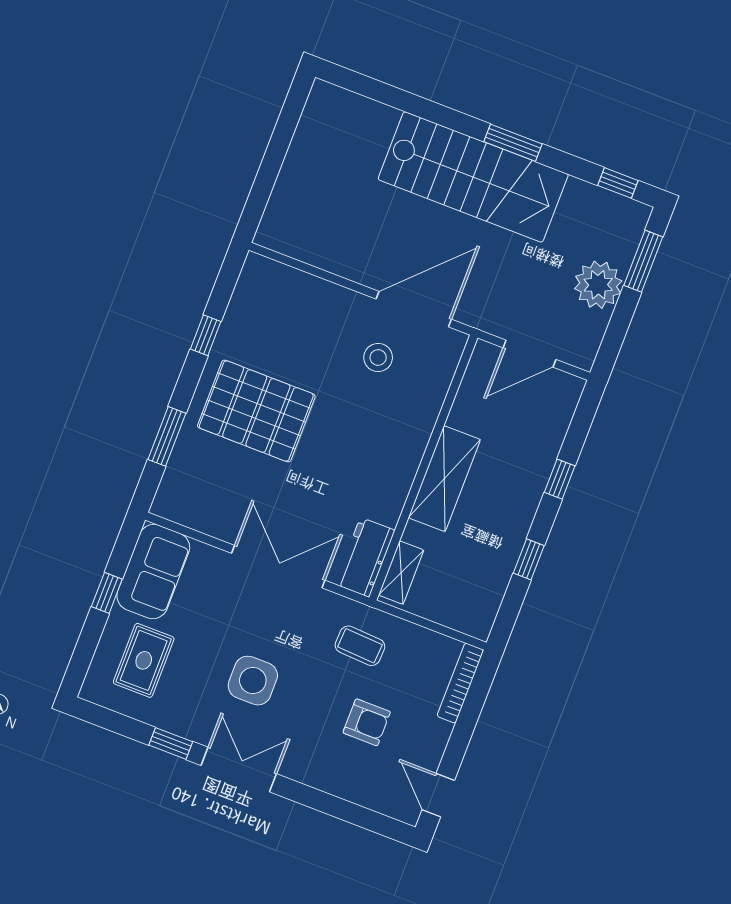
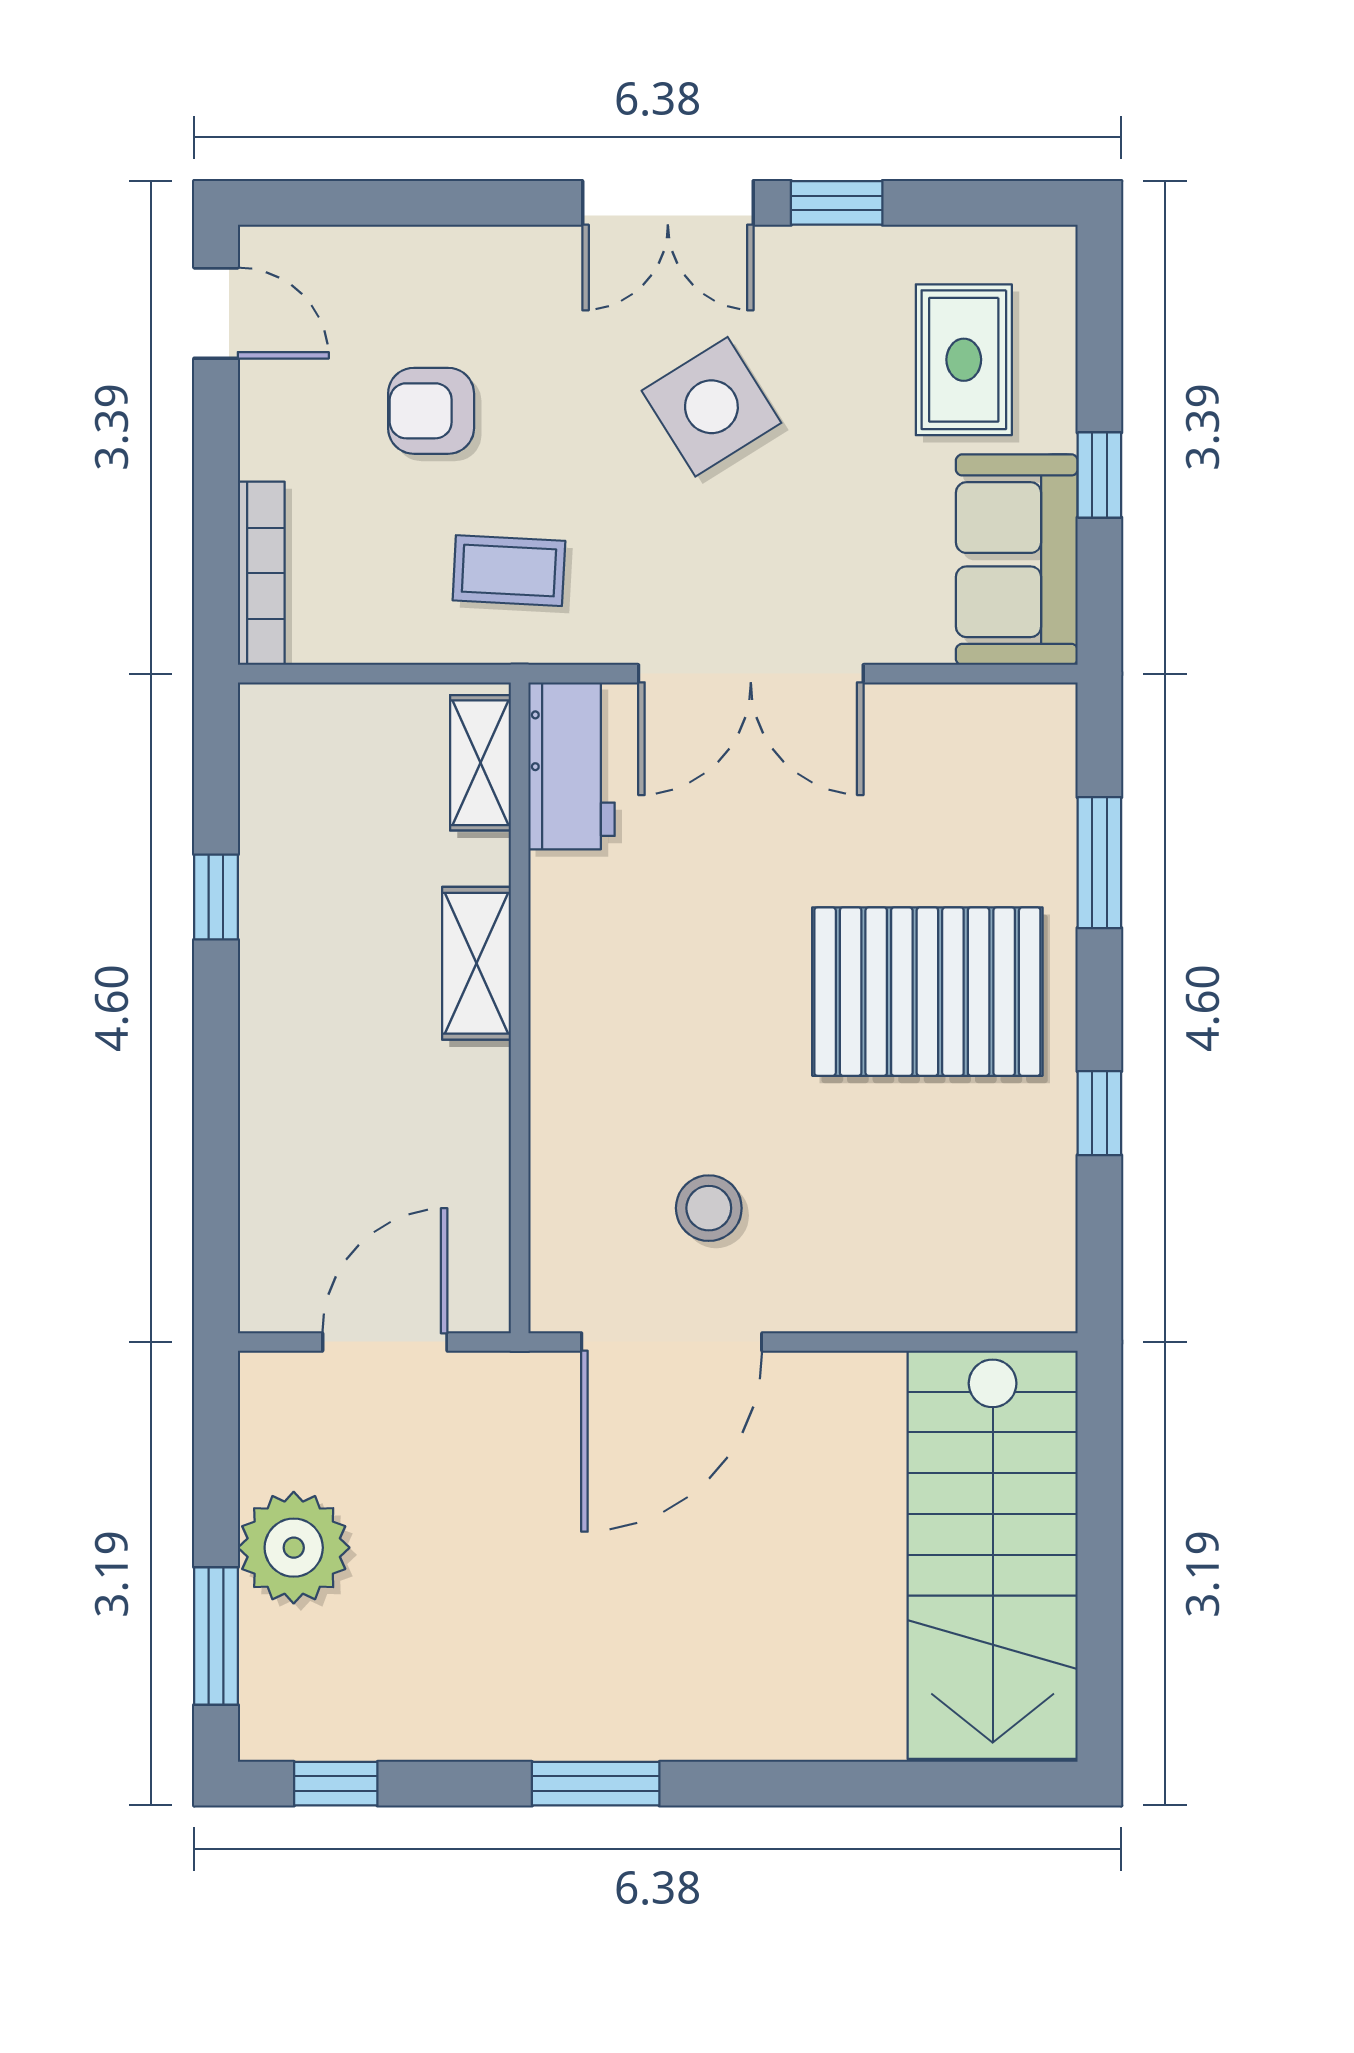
stairs: (473, 177) -> (993, 1555), moved, turned -90
shelving: (444, 479) -> (477, 963), width x0.67, depth x0.75
window: (560, 479) -> (216, 1096), removed
side table: (253, 681) -> (711, 407), turned -32

